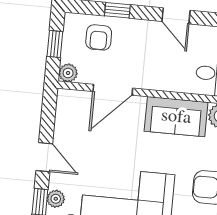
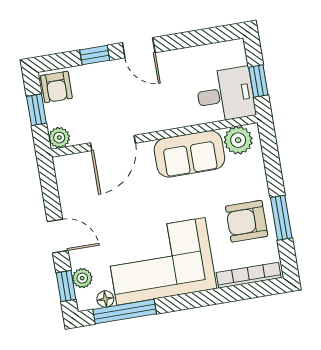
door: (176, 16) -> (139, 48), moved
armchair: (99, 37) -> (56, 87), moved

